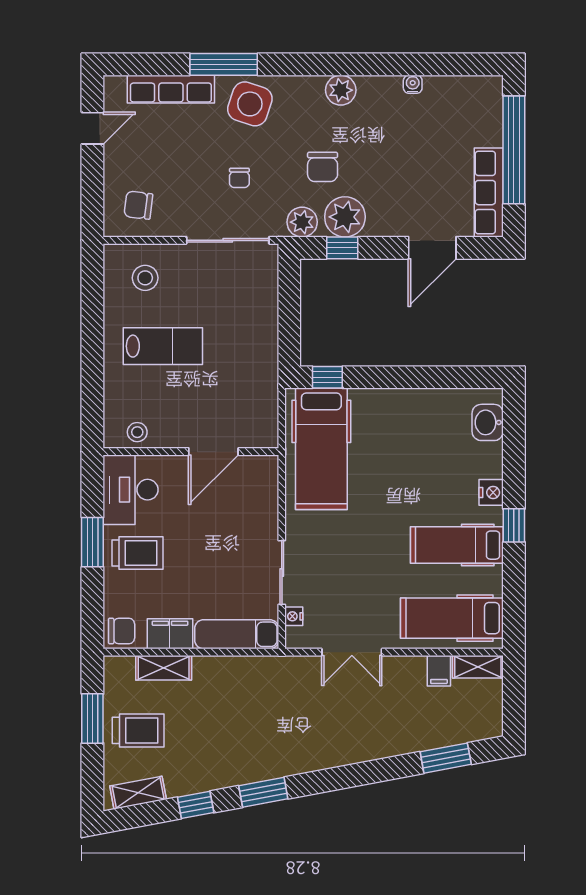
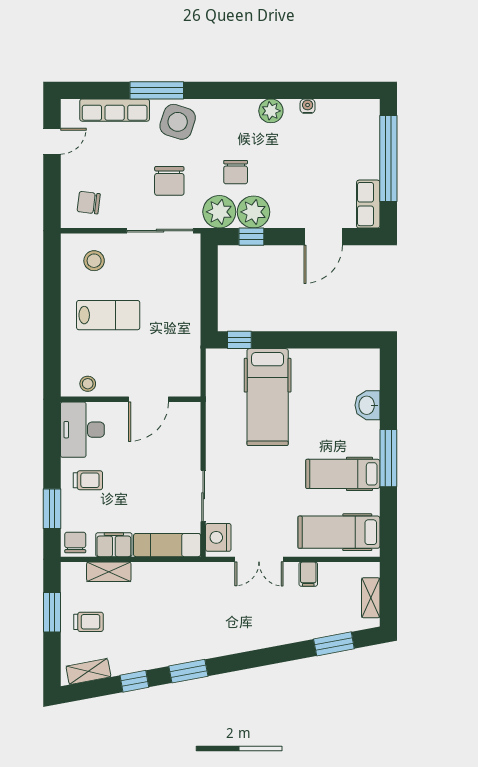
plant: (341, 90) -> (271, 111), moved
chair: (239, 178) -> (169, 181), width x1.87, depth x1.87
row of seats: (489, 193) -> (368, 204), width x0.68
plant: (302, 222) -> (219, 212), width x1.36, depth x1.36
washbasin: (488, 422) -> (367, 405), moved
hospital bed: (321, 449) -> (268, 397), moved
nightstand: (491, 492) -> (370, 432), removed
window: (514, 525) -> (388, 458), width x2.17
window: (92, 542) -> (52, 509), moved
trolley: (137, 553) -> (88, 480), width x0.73, depth x0.72
nightstand: (294, 616) -> (218, 537), width x1.89, depth x1.79
chair: (122, 631) -> (75, 542), turned -90
shelving: (478, 667) -> (371, 598), moved, turned 90
filing cabinet: (439, 671) -> (308, 574), moved
trolley: (138, 730) -> (88, 622), width x0.73, depth x0.72

